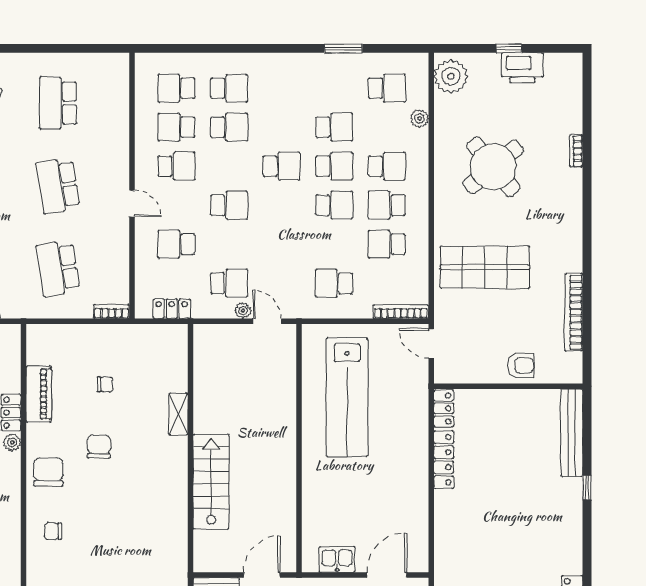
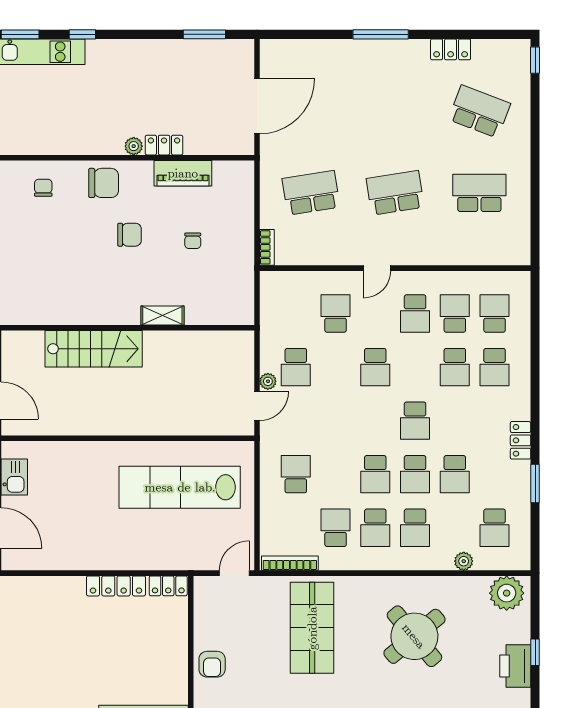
school desk: (387, 205) -> (375, 528), turned 180
locker: (172, 309) -> (521, 440), moved, turned 180
bookcase: (401, 312) -> (290, 563), moved, turned -90

